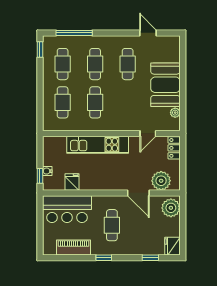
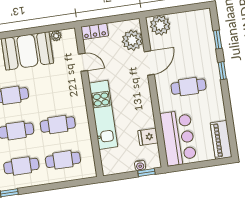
fridge: (172, 246) -> (202, 17), removed
piano: (74, 247) -> (221, 140), moved
window: (104, 258) -> (222, 71), moved

